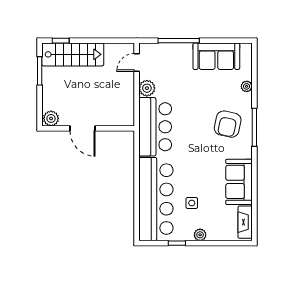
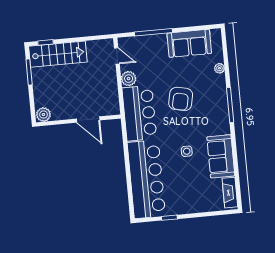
door: (137, 62) -> (117, 56), swing flipped
armchair: (228, 124) -> (181, 99), moved
door: (82, 128) -> (88, 120), moved
side table: (192, 203) -> (187, 151), moved
plant: (200, 235) -> (190, 208), removed

